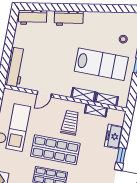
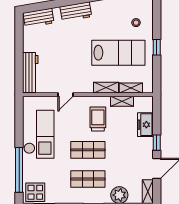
shop shelf: (55, 150) -> (88, 150), width x0.70, depth x0.74

